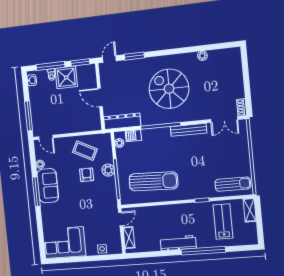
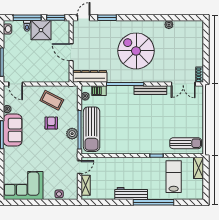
plant: (108, 170) -> (72, 134), moved
sun lounger: (153, 181) -> (92, 129), moved, turned 88

